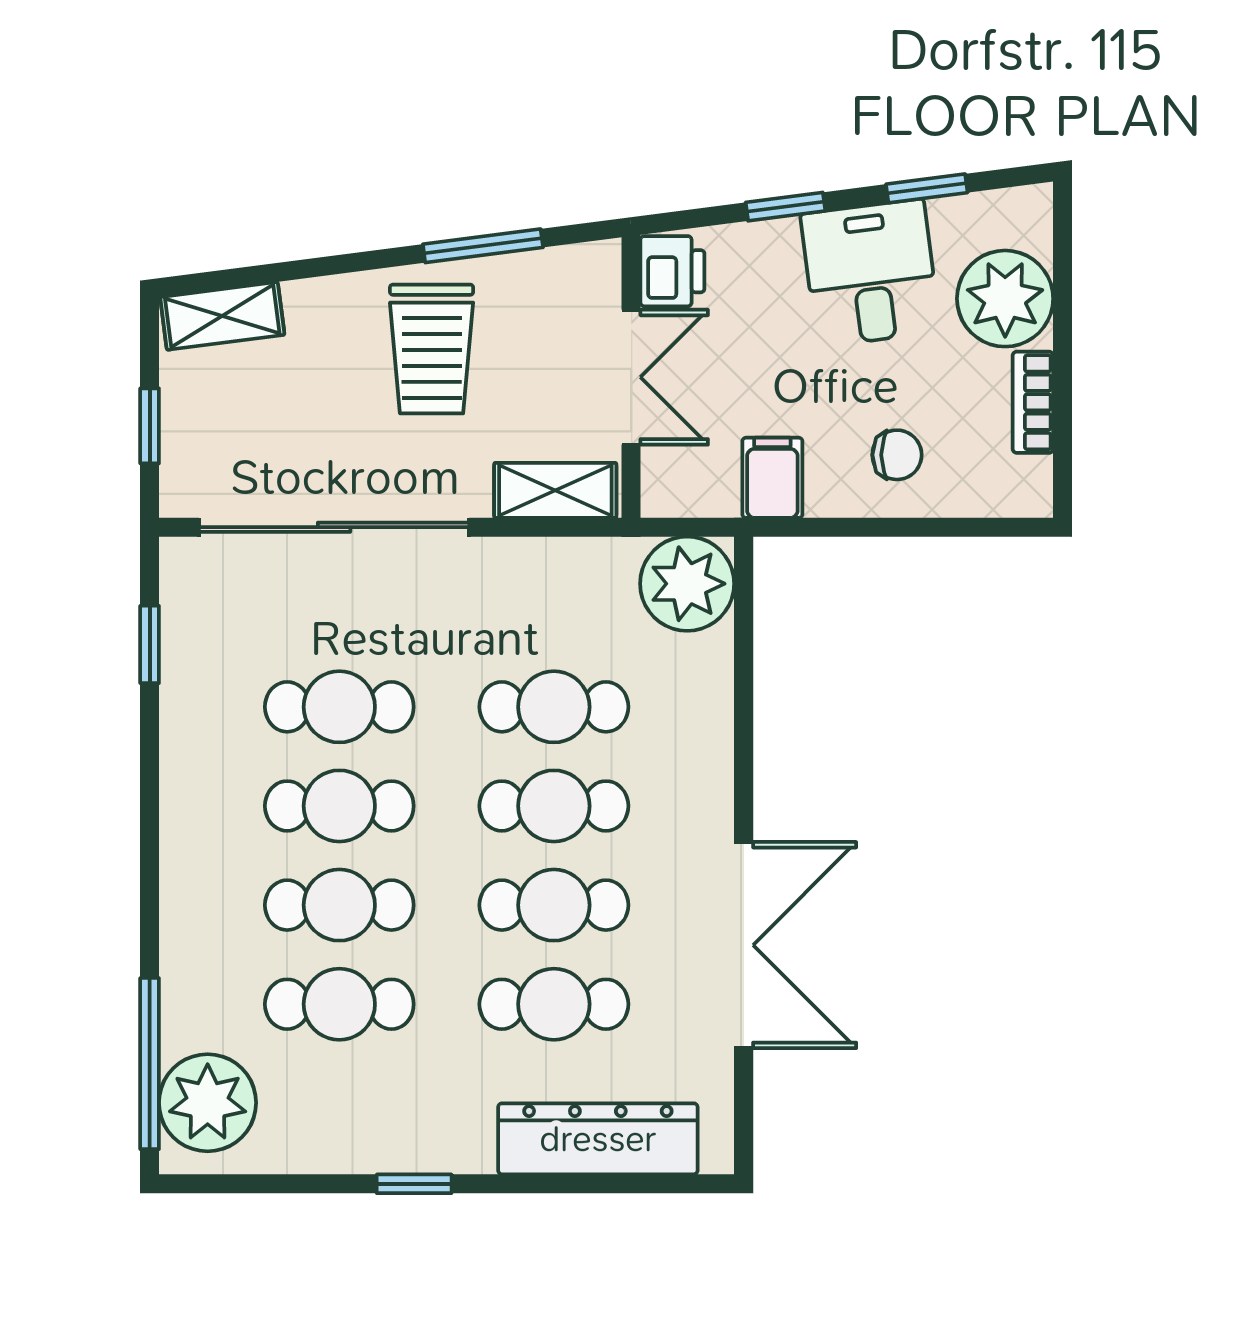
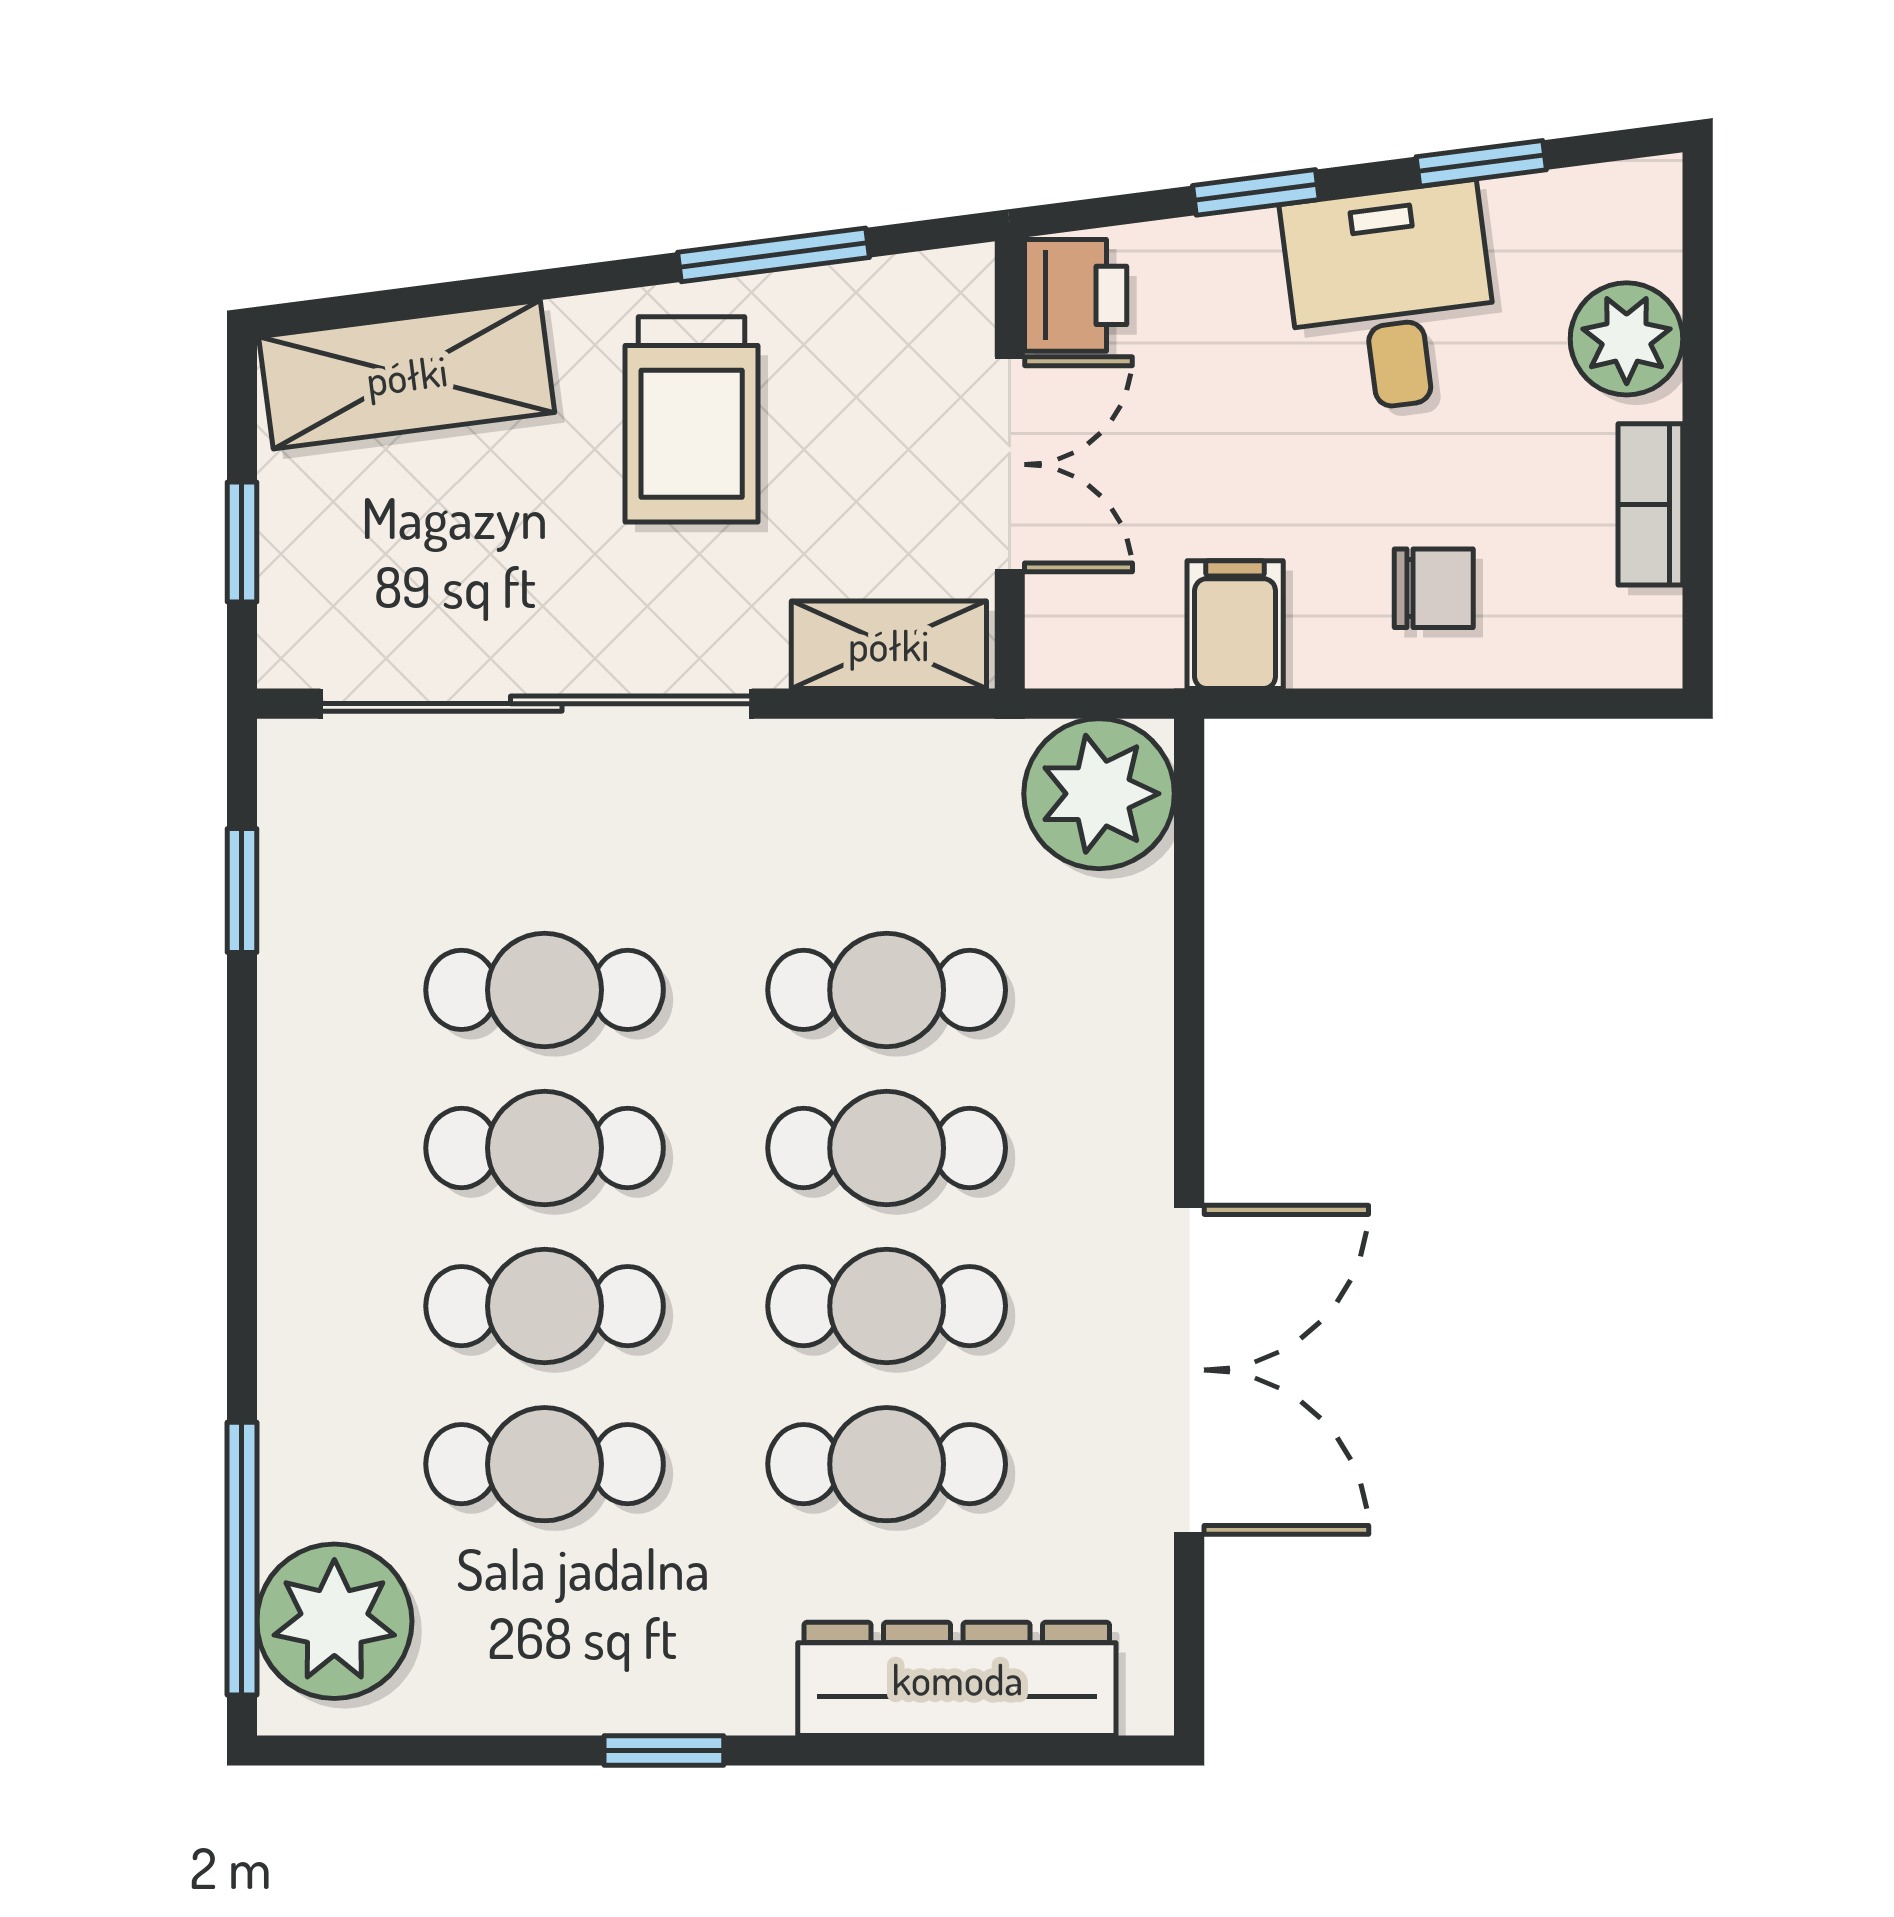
plant: (1005, 299) -> (1627, 339), width x0.73, depth x0.73
shelving: (222, 316) -> (407, 375), width x1.50, depth x1.33

